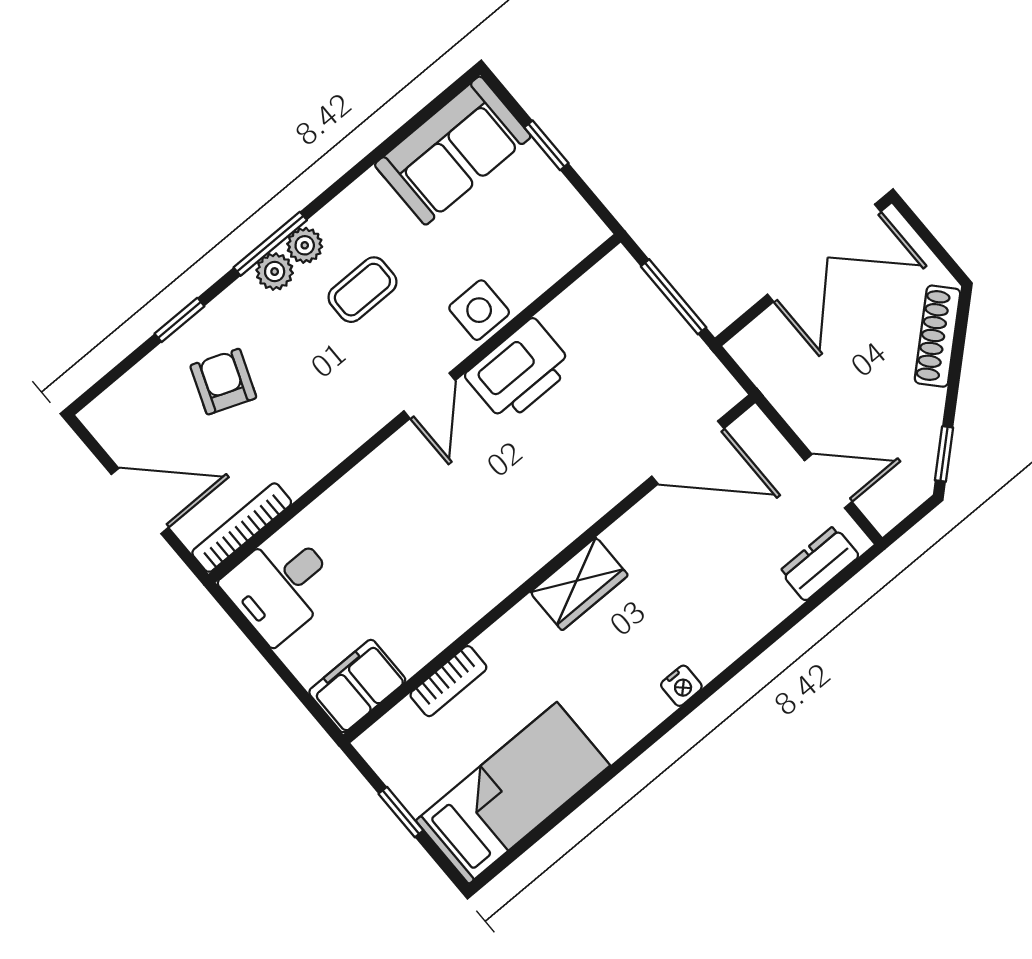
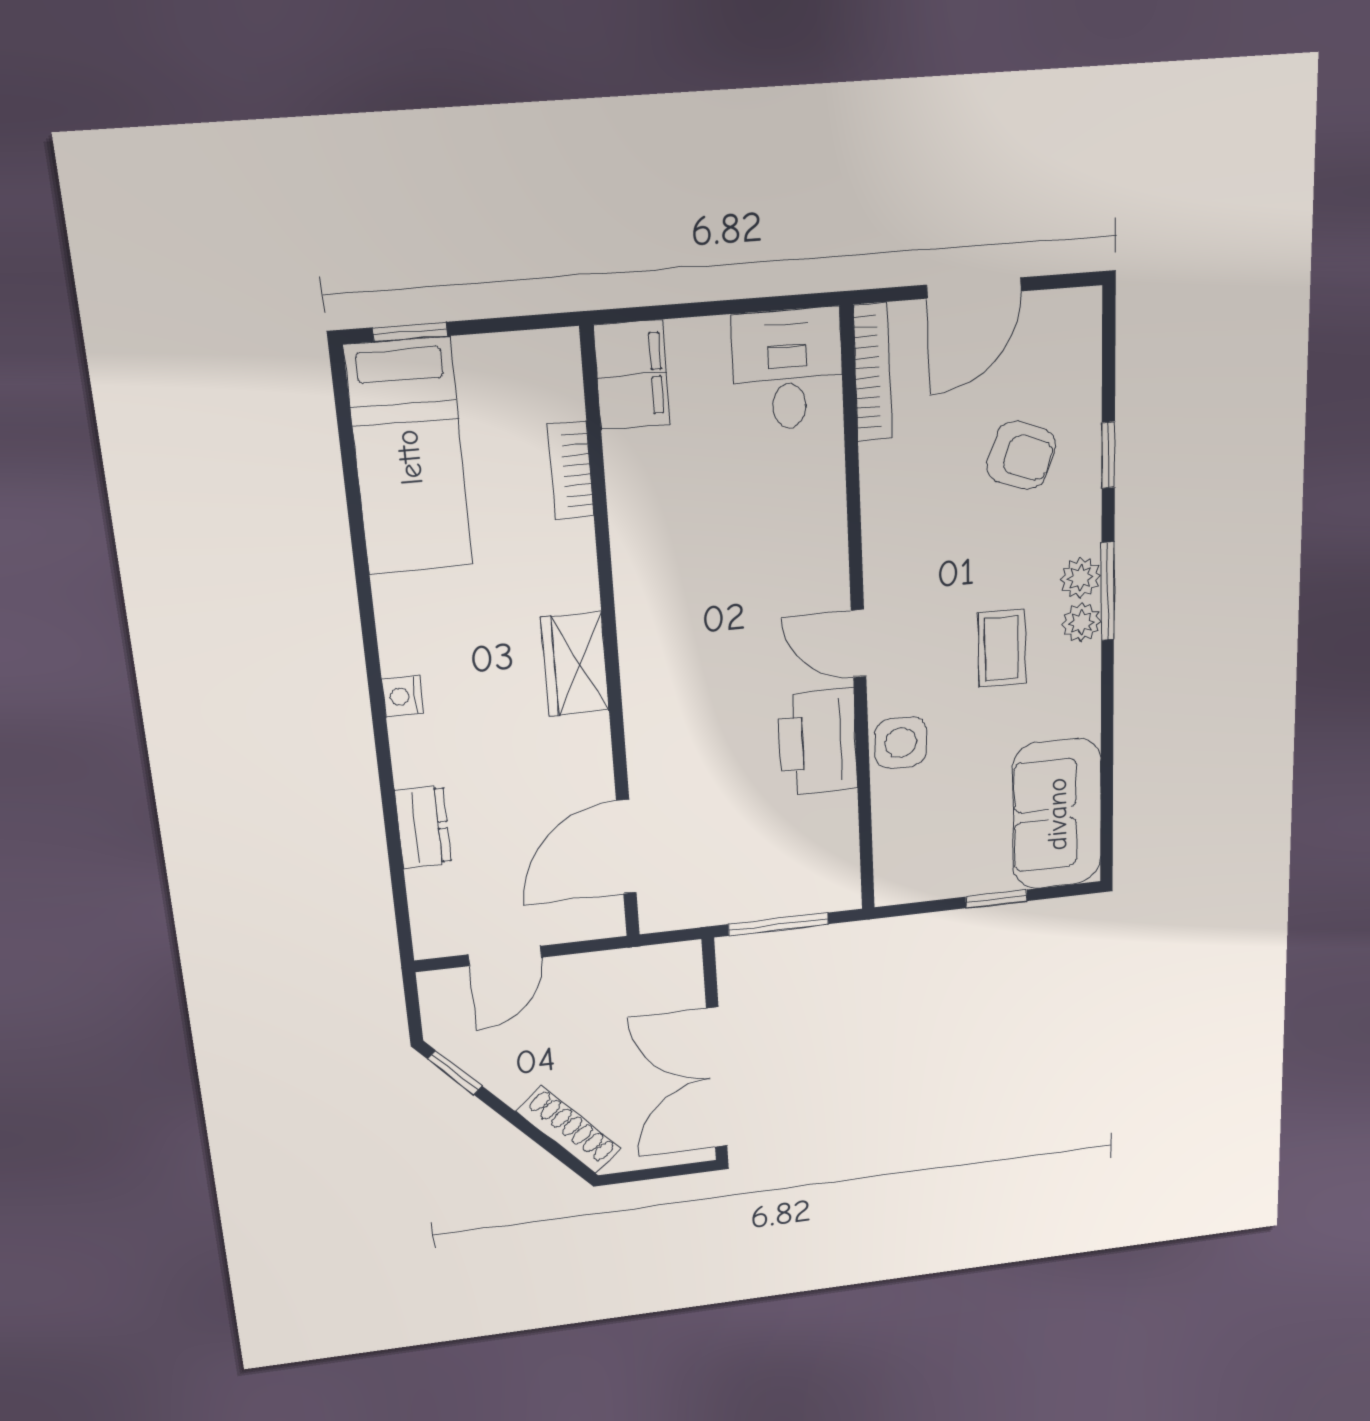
dresser: (819, 564) -> (423, 827), moved
window: (401, 812) -> (410, 332), moved

